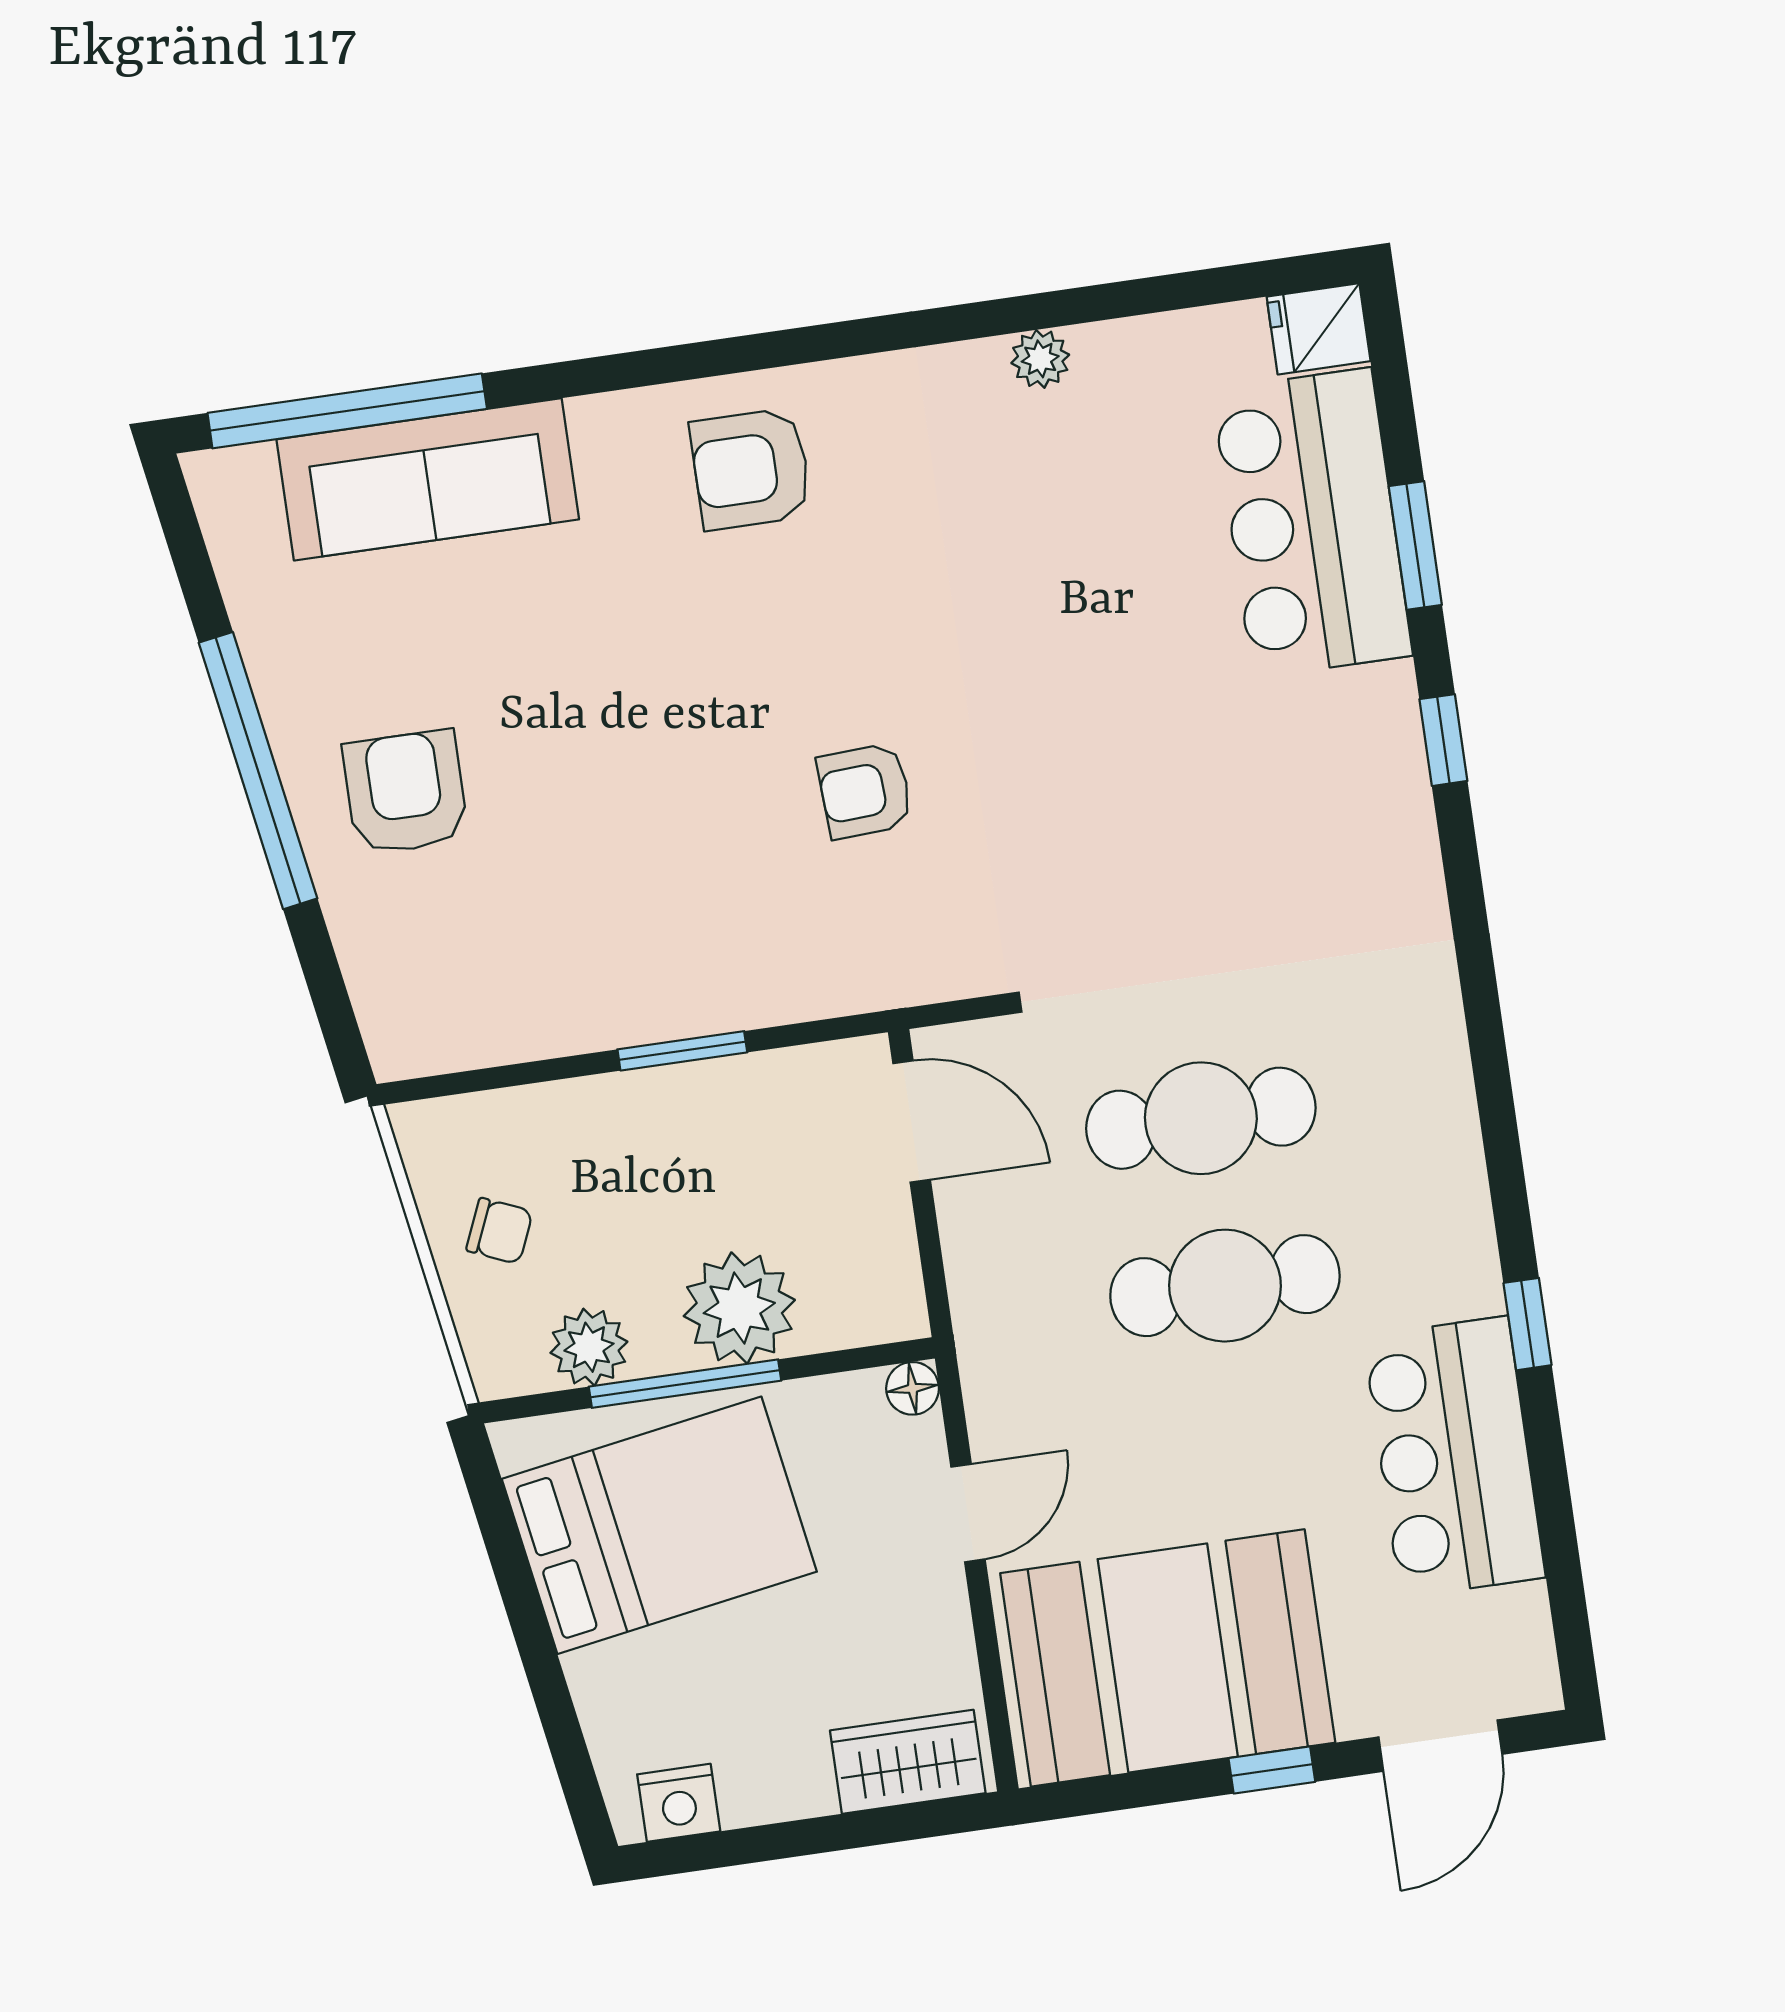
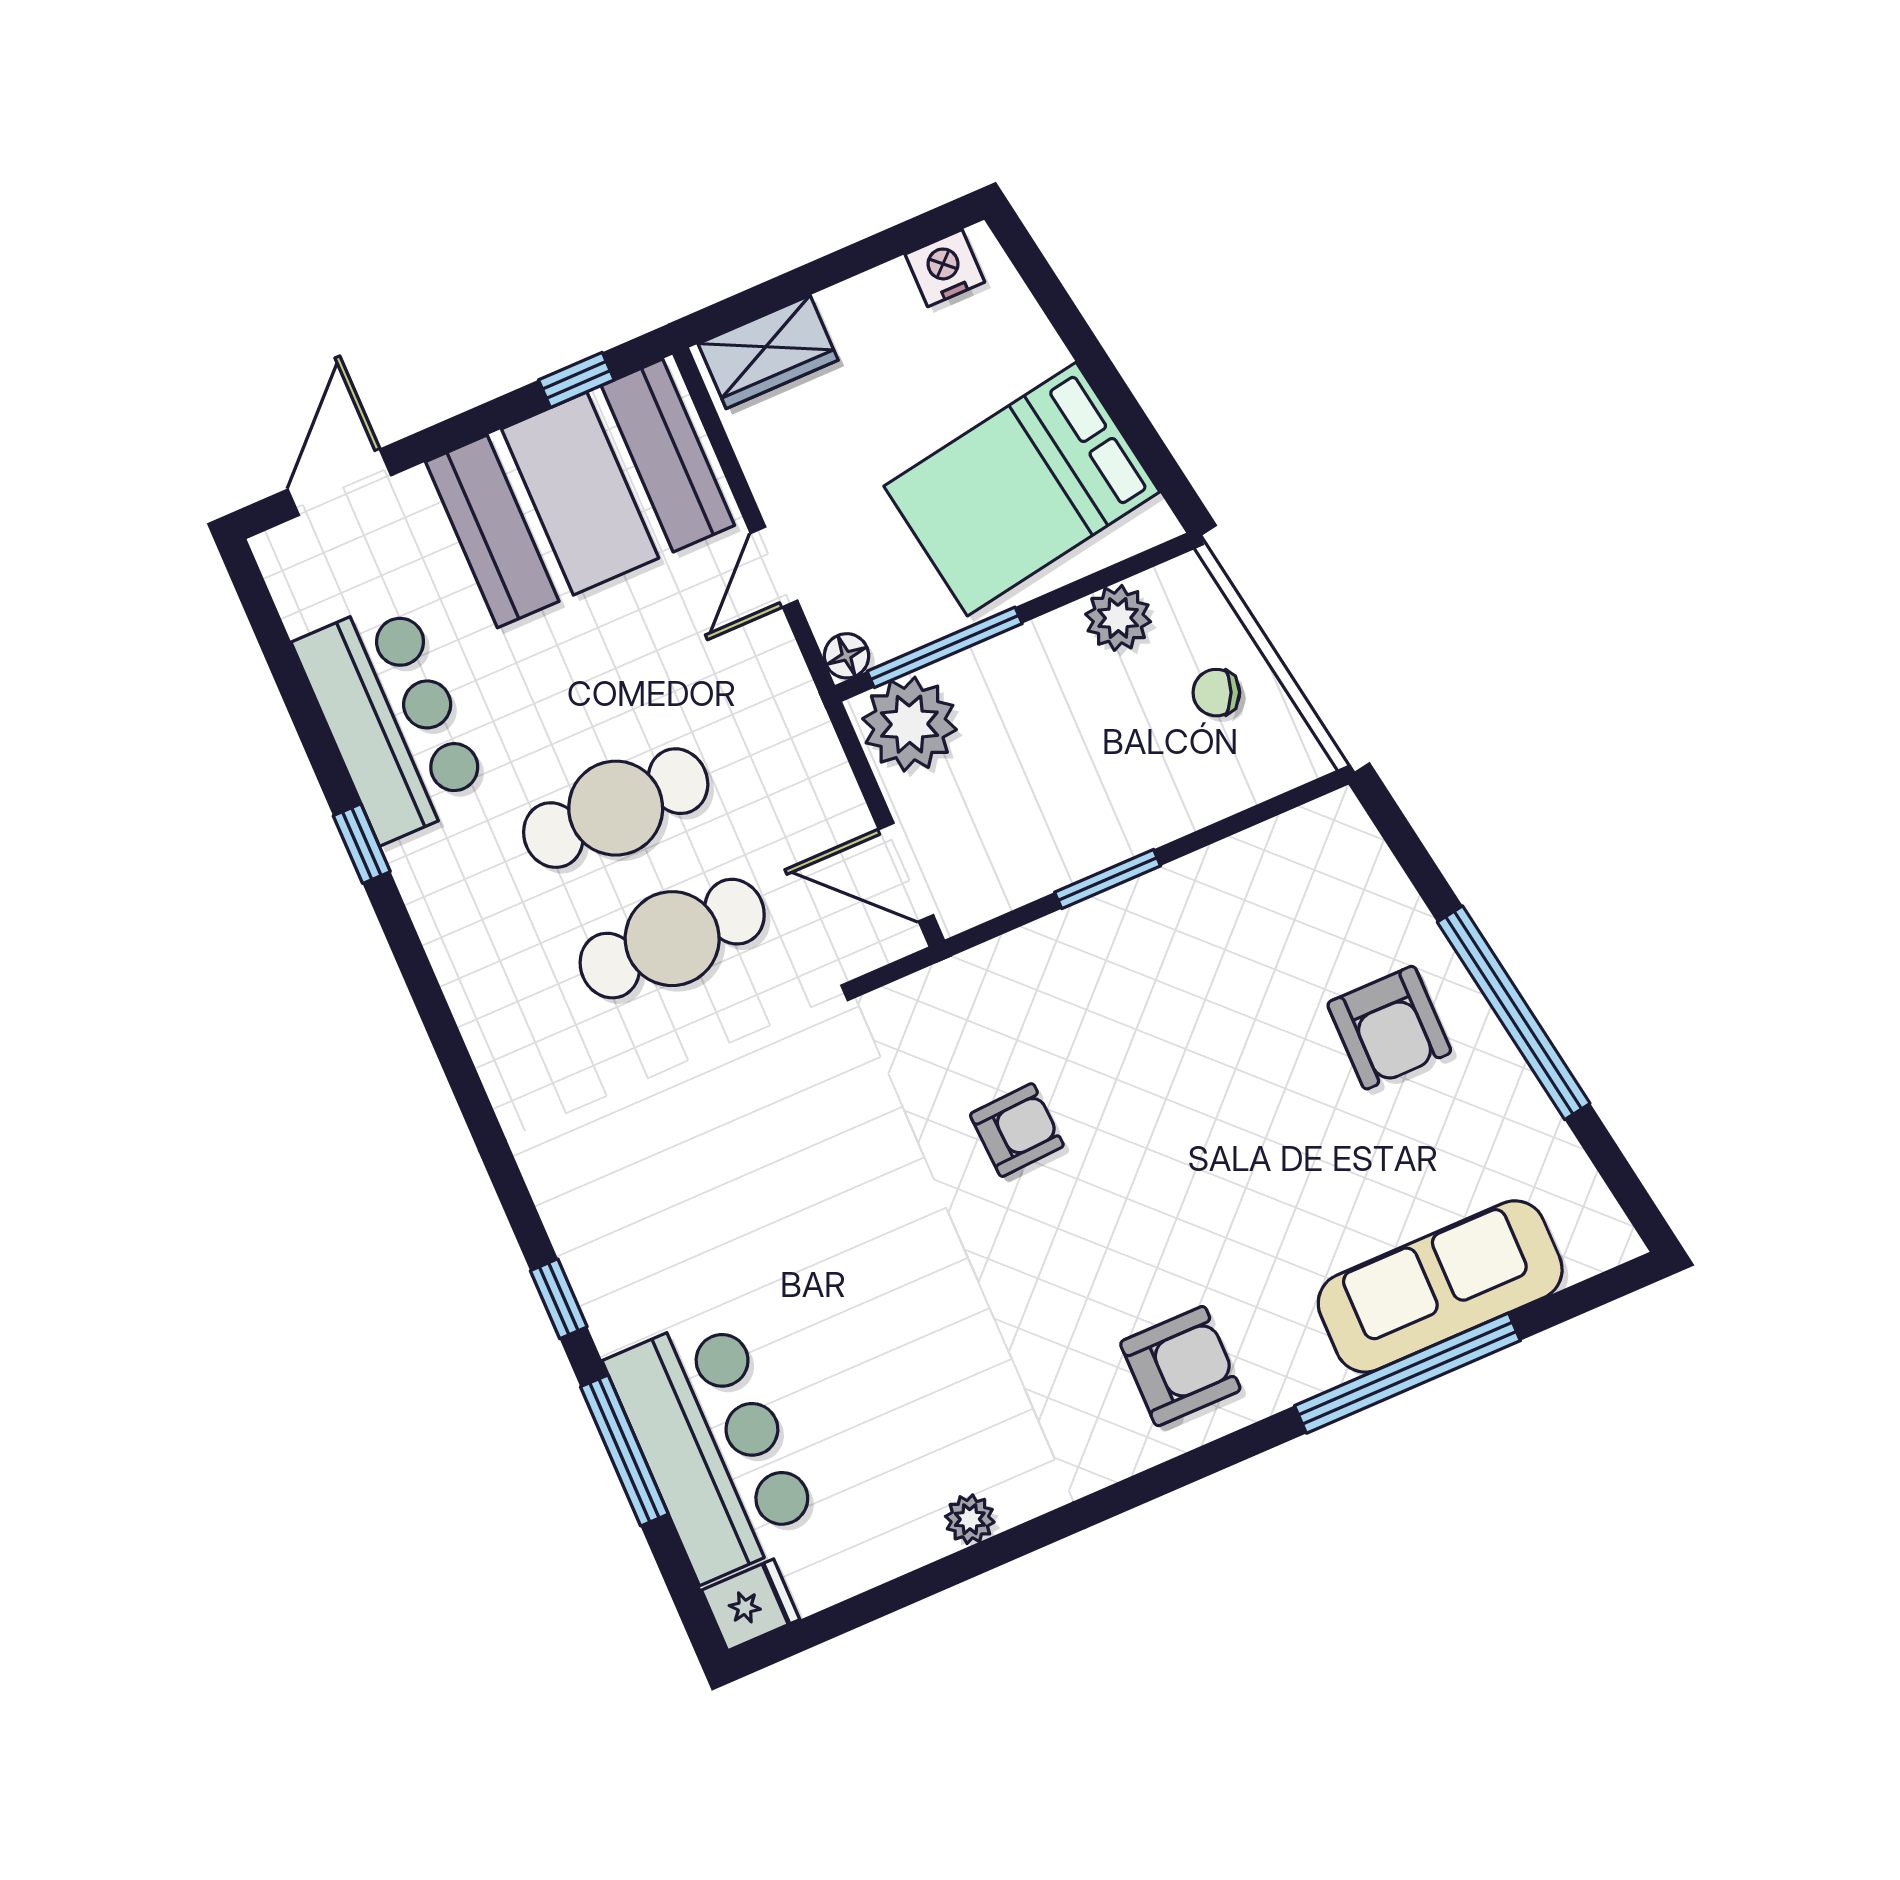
window: (347, 411) -> (1407, 1373), moved
window: (1415, 546) -> (624, 1450), width x1.44
plant: (739, 1308) -> (909, 724), moved
window: (685, 1384) -> (945, 647), moved
window: (1272, 1770) -> (576, 380), moved

